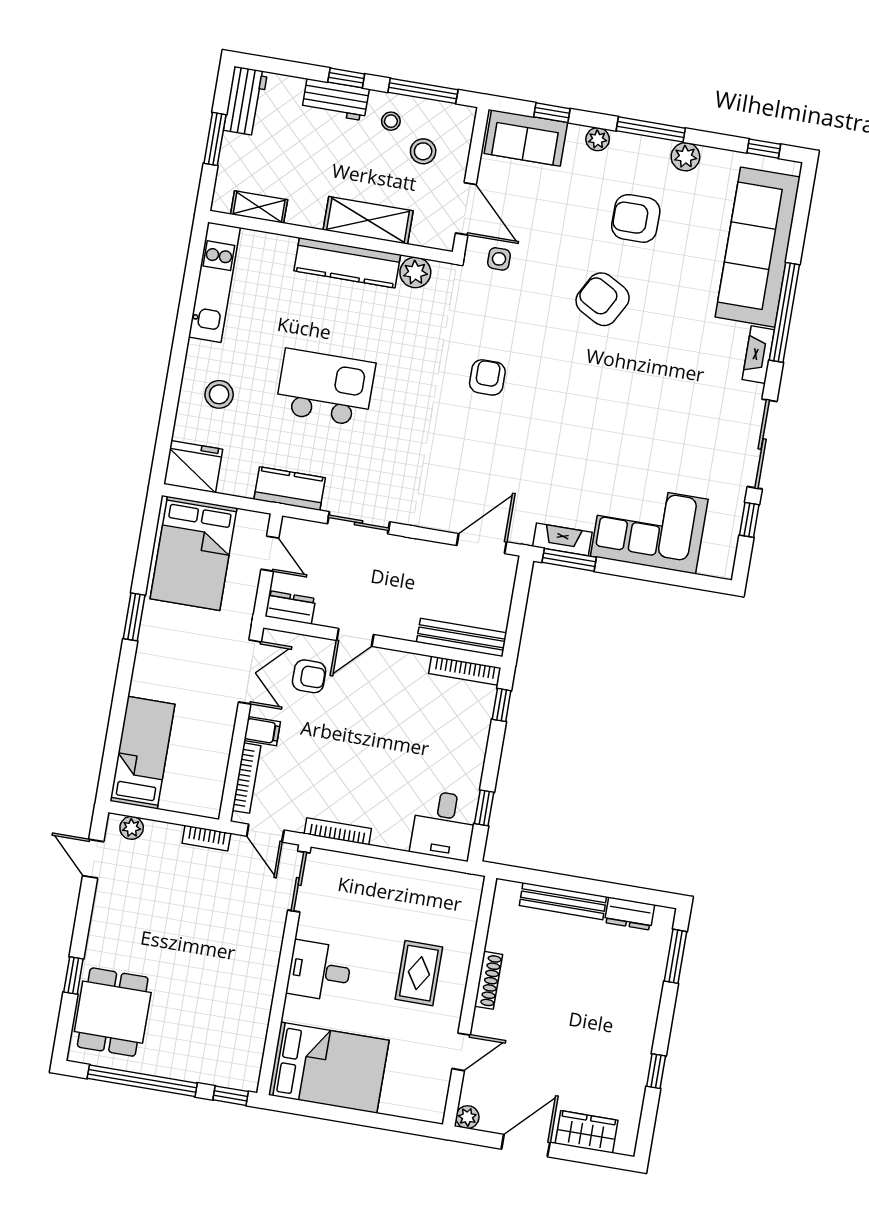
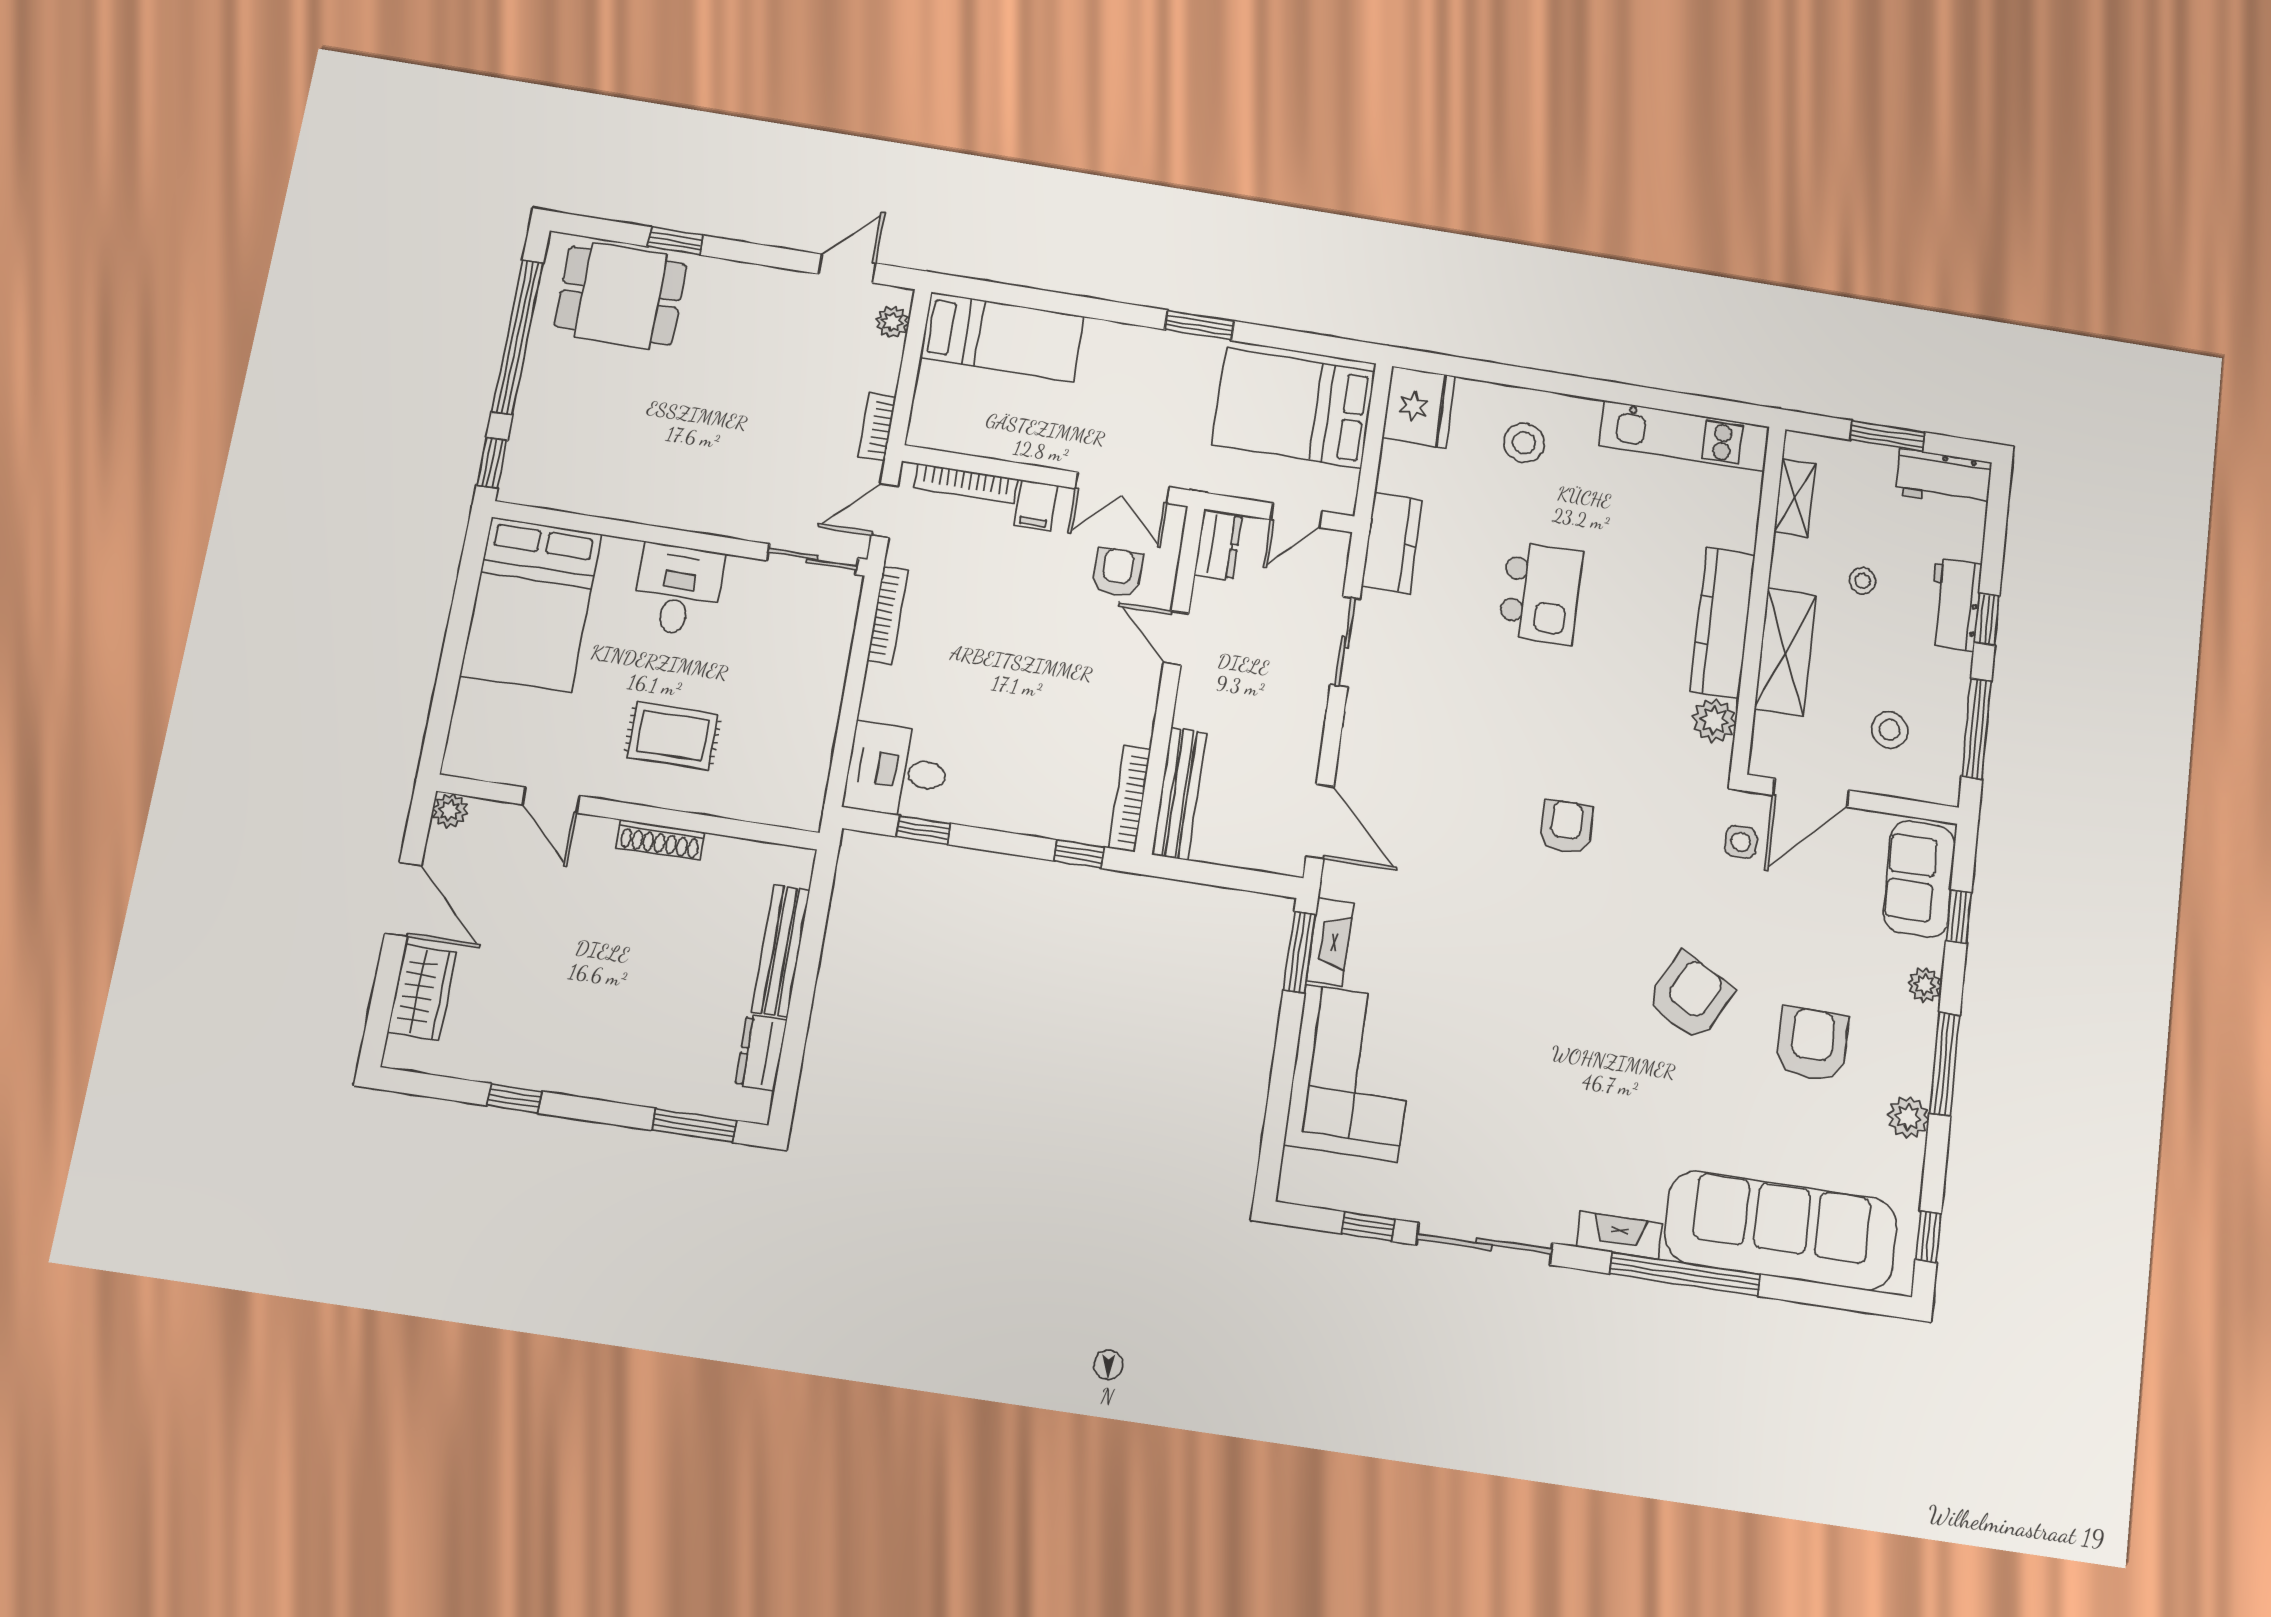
stool: (391, 121) -> (1862, 581), moved
armchair: (487, 377) -> (1566, 827), turned -90
kitchen island: (325, 388) -> (1541, 593), width x0.73, depth x0.78
armchair: (309, 676) -> (1117, 572), turned 180

